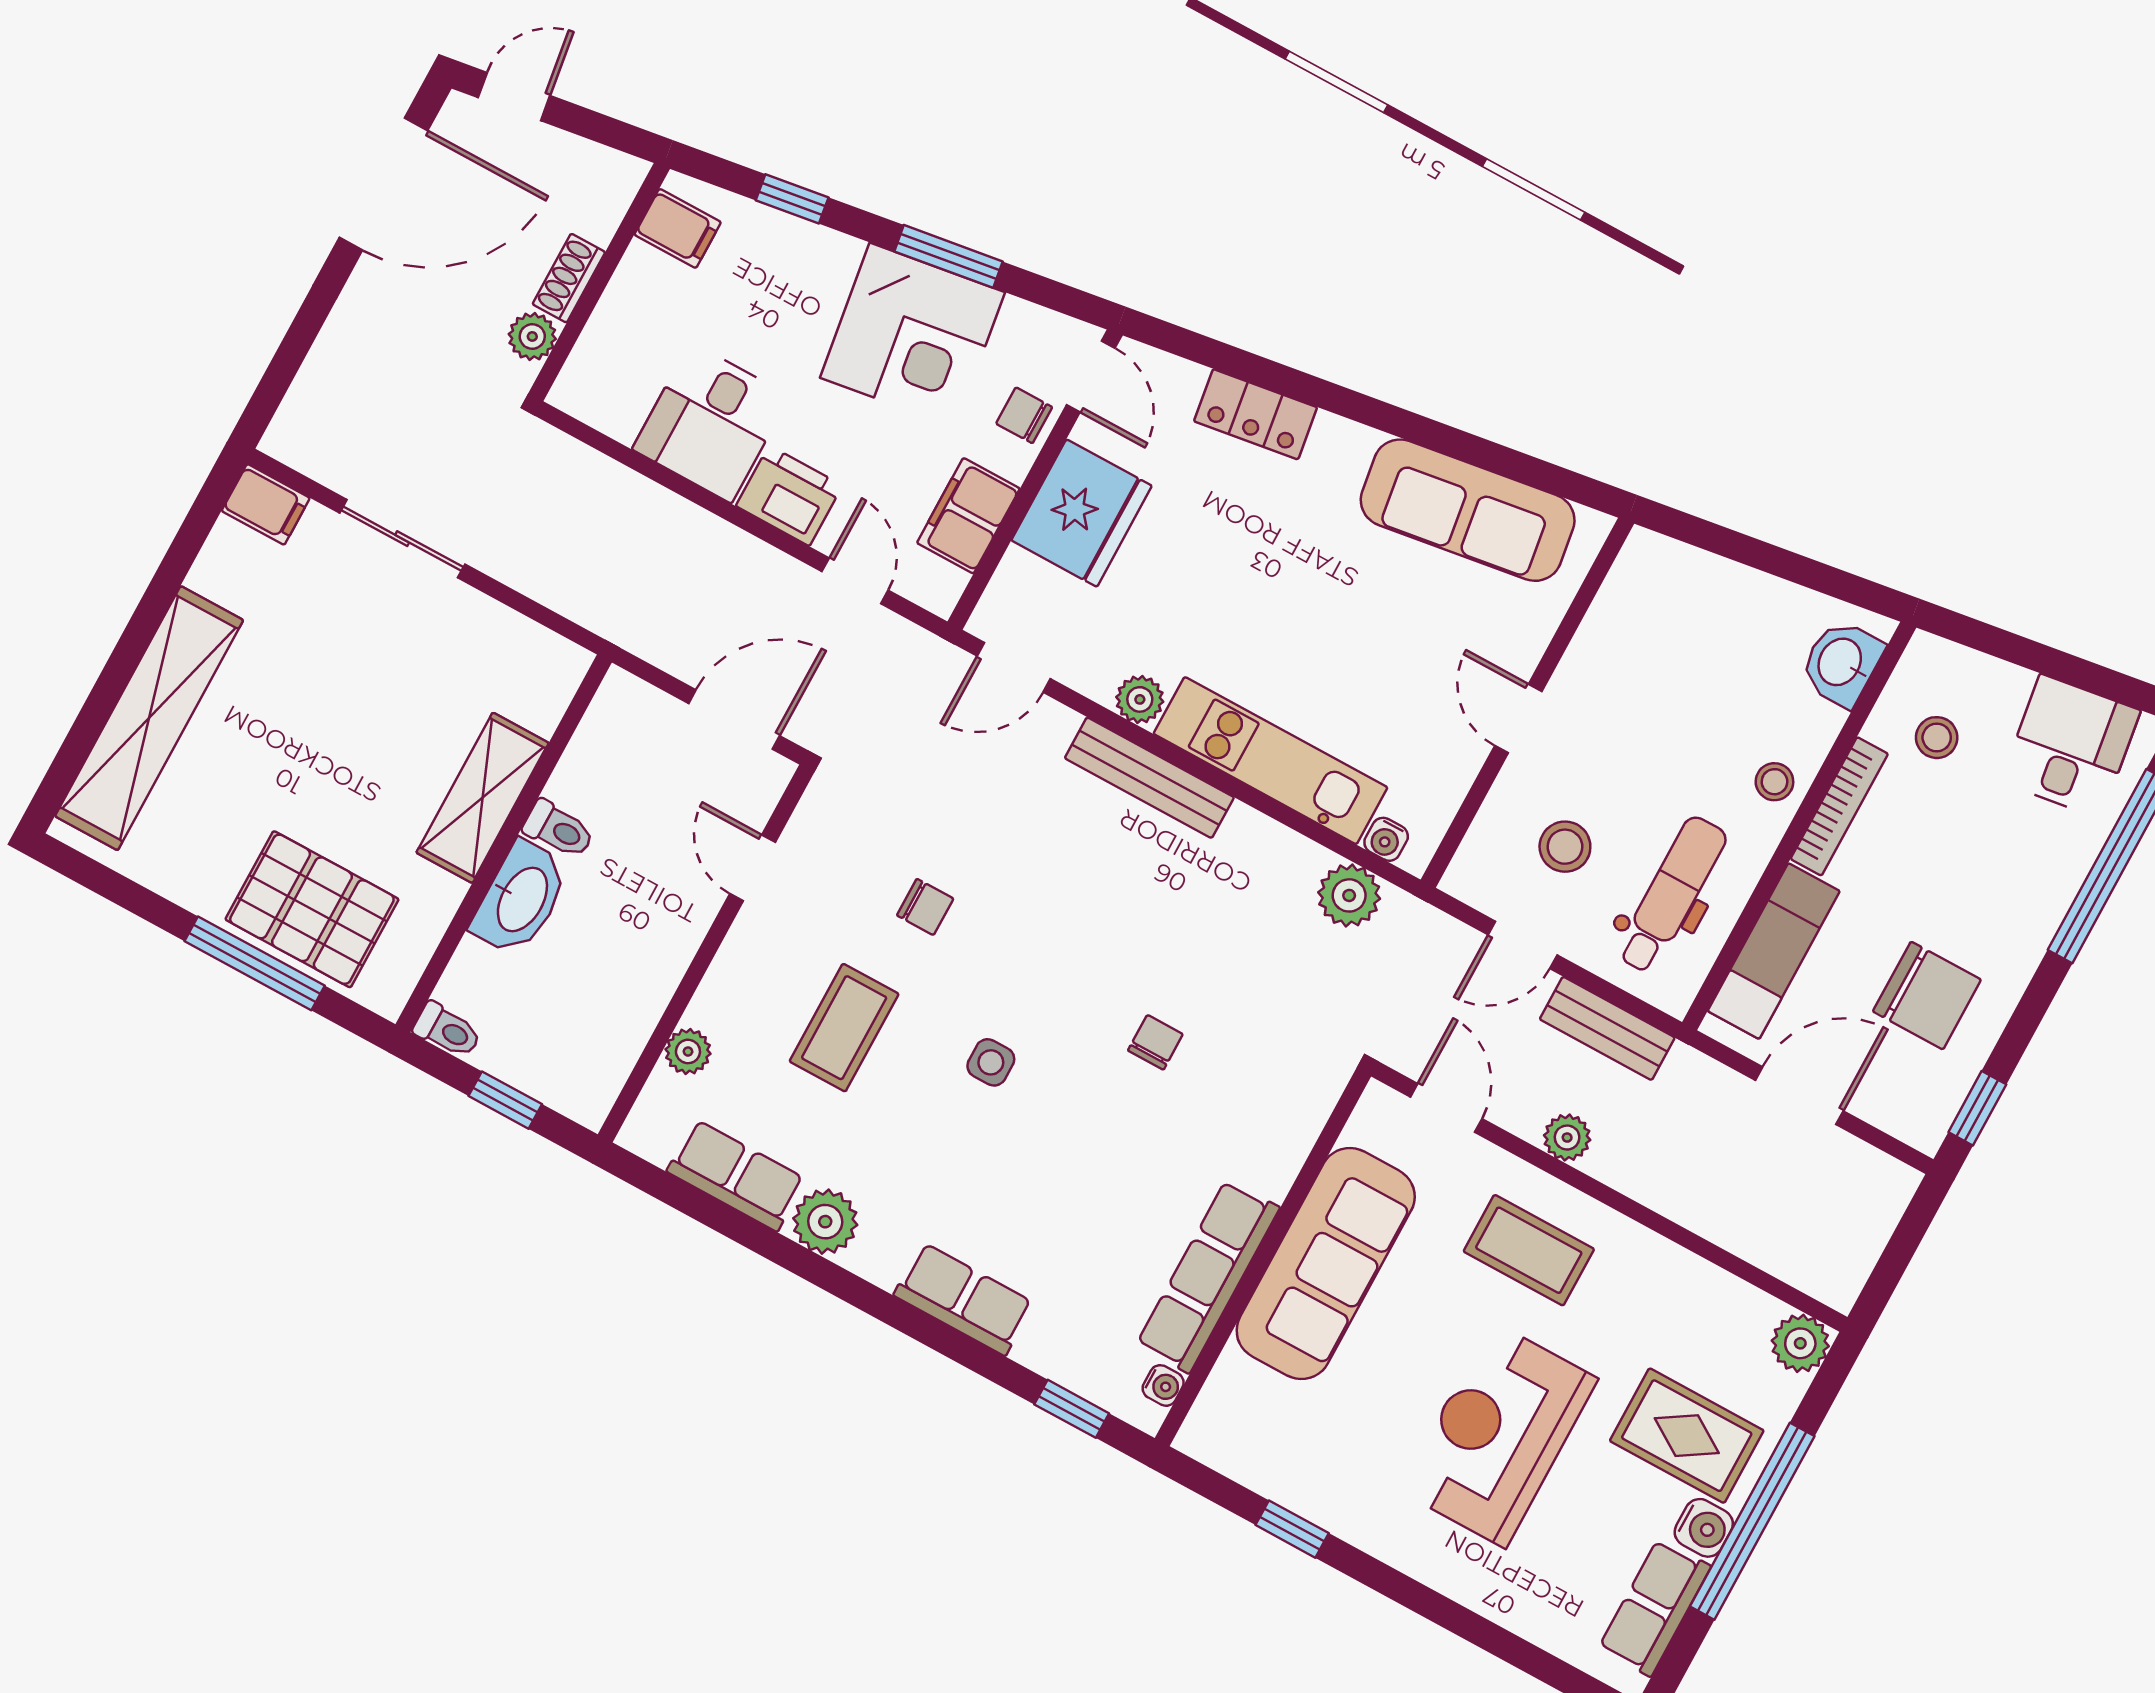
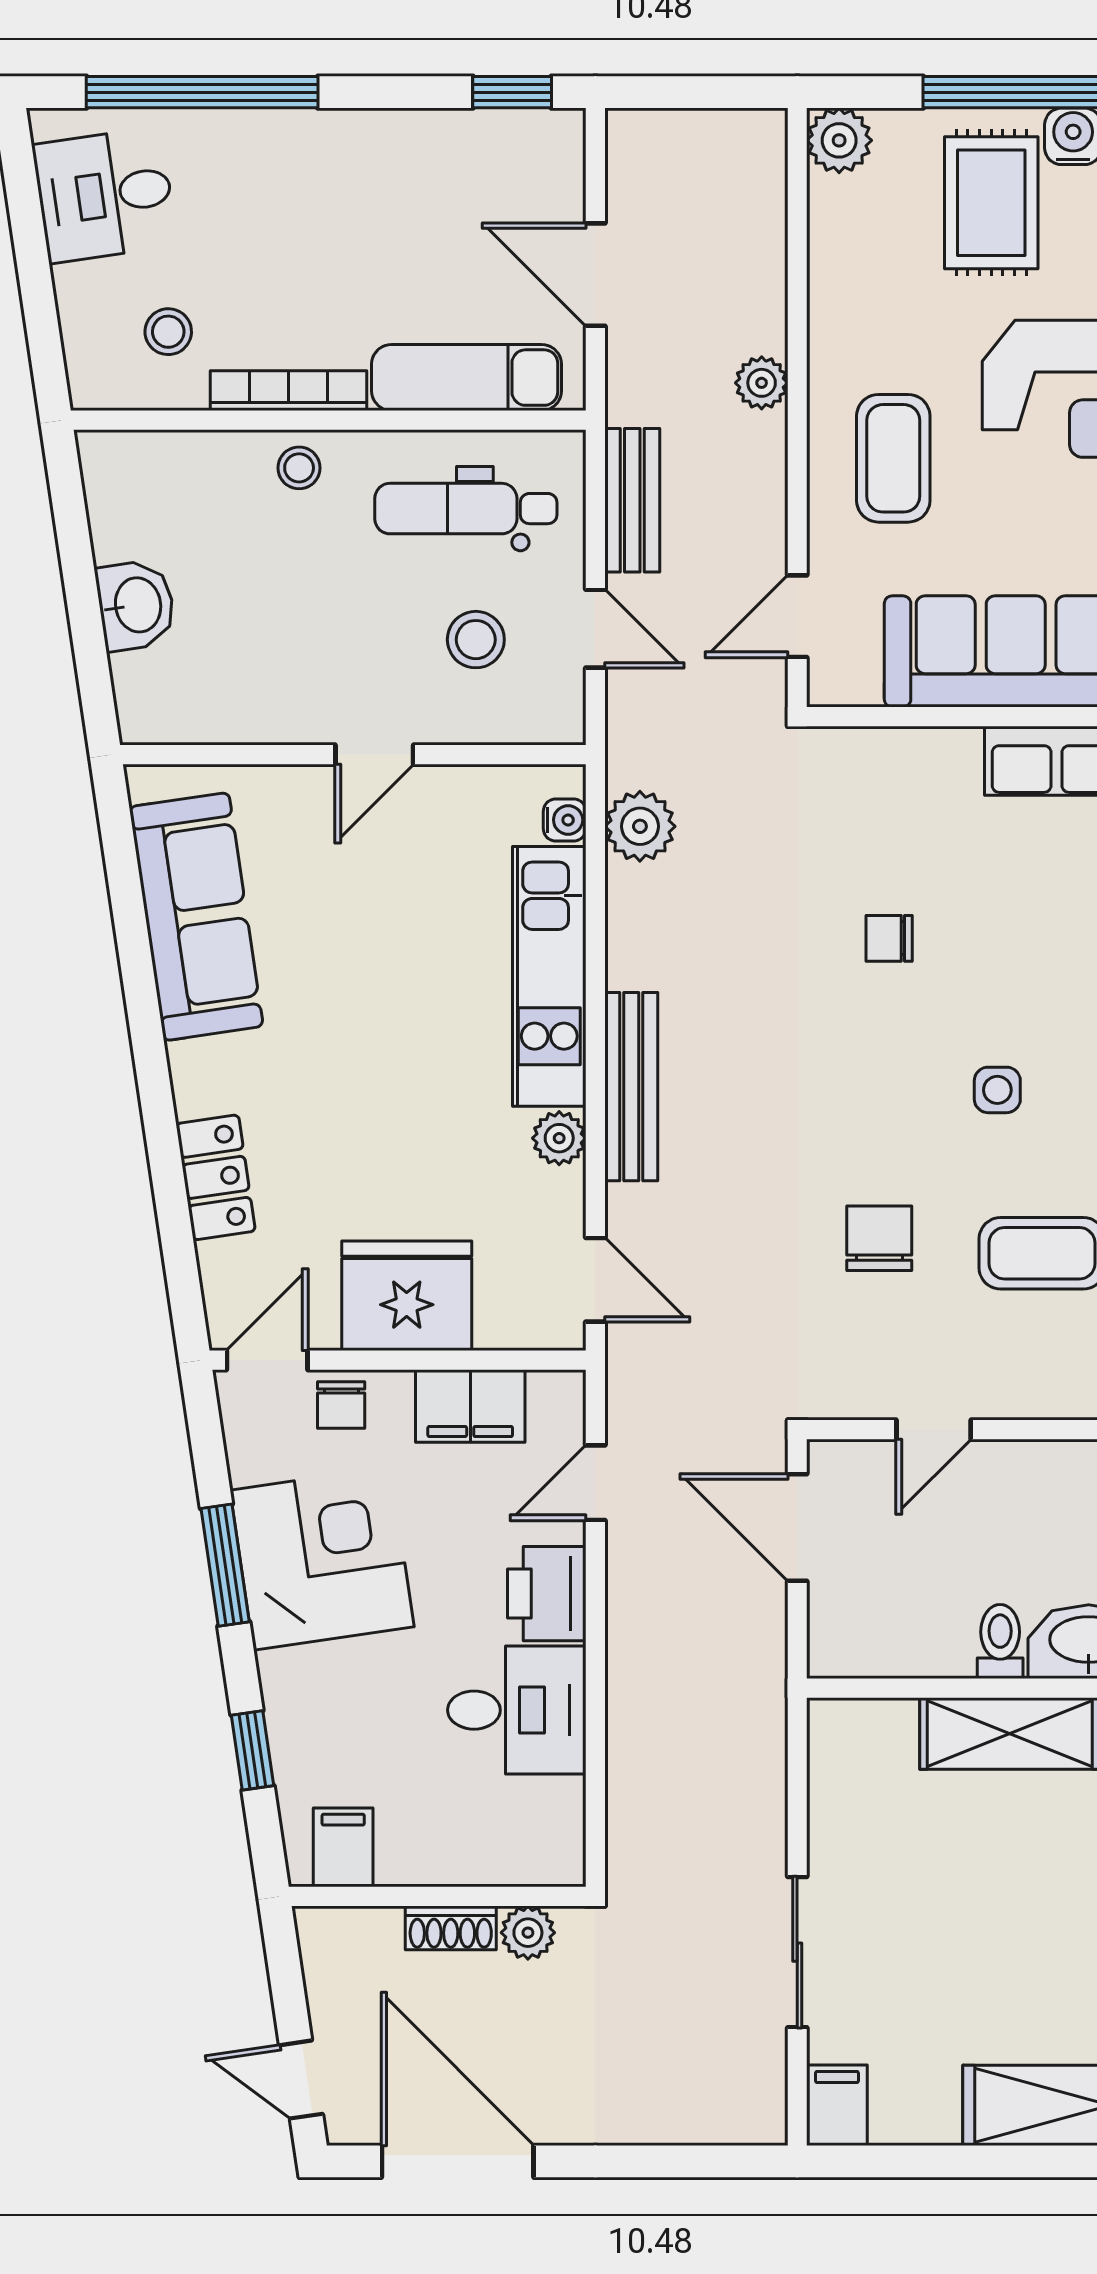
washbasin: (1841, 663) -> (136, 605), moved, turned -98
chair: (925, 907) -> (879, 1238), width x1.37, depth x1.37
chair: (1927, 996) -> (428, 203), removed
plant: (1567, 1138) -> (762, 383), moved

